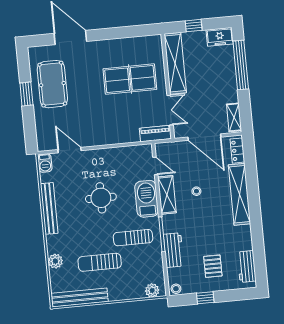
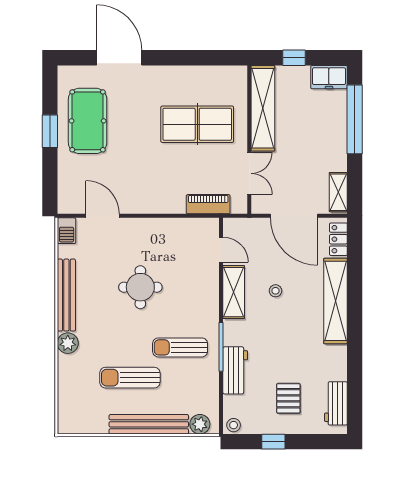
piano: (155, 134) -> (208, 204), moved
barbecue: (147, 199) -> (204, 295), removed
plant: (55, 261) -> (68, 343), moved
bench: (80, 297) -> (149, 424), moved

